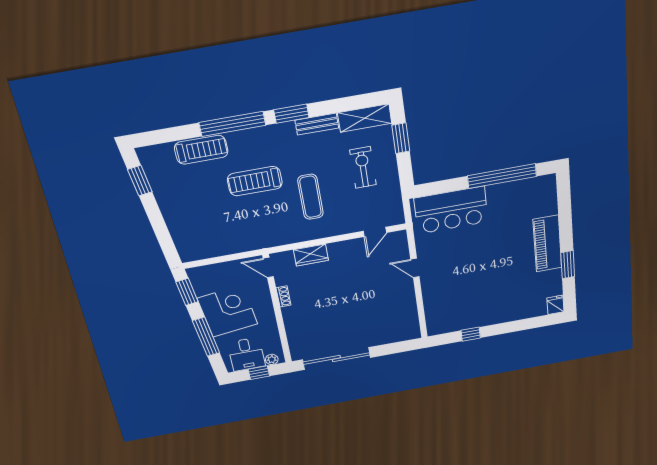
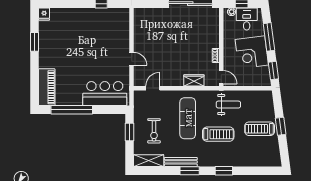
window: (232, 124) -> (224, 171), width x0.47
bench: (317, 124) -> (181, 162), width x1.36
window: (401, 138) -> (129, 132), moved
treadmill: (201, 150) -> (260, 129), moved
window: (140, 181) -> (281, 126), moved
exercise mat: (310, 197) -> (188, 118), width x1.36, depth x1.45
weight bench: (248, 230) -> (228, 105), added
piano: (547, 244) -> (47, 87), moved

